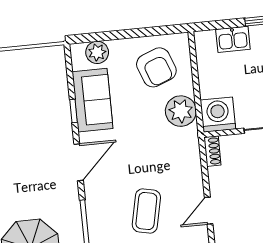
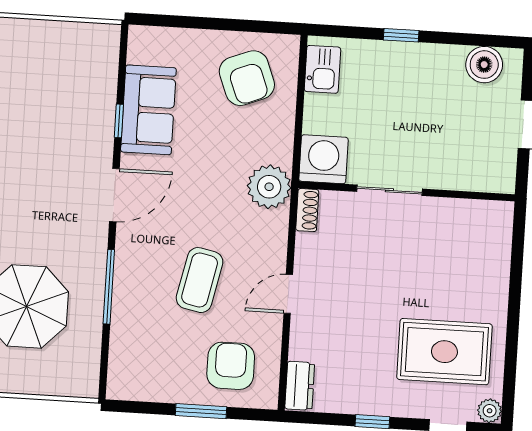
kitchen sink: (233, 39) -> (322, 69), moved, turned -90
plant: (97, 52) -> (166, 43), removed
plant: (181, 111) -> (269, 187), moved

